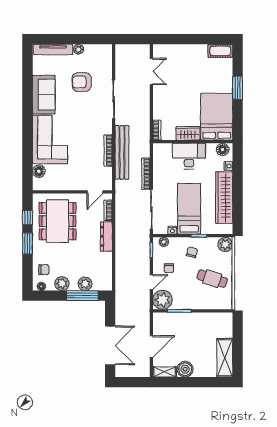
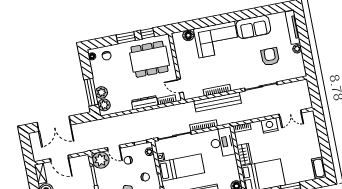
nightstand: (160, 98) -> (270, 125), added
desk: (189, 156) -> (222, 142), moved
plant: (62, 284) -> (104, 105), moved

